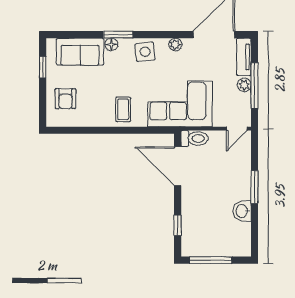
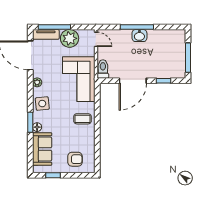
plant: (244, 85) -> (70, 38), width x1.88, depth x1.88
window: (255, 86) -> (54, 27), moved
door: (178, 166) -> (133, 81), moved
window: (255, 187) -> (137, 27), width x1.44
washbasin: (242, 211) -> (139, 36), moved

